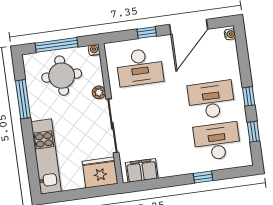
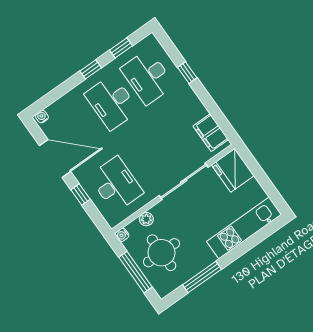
plant: (99, 92) -> (146, 219), moved

